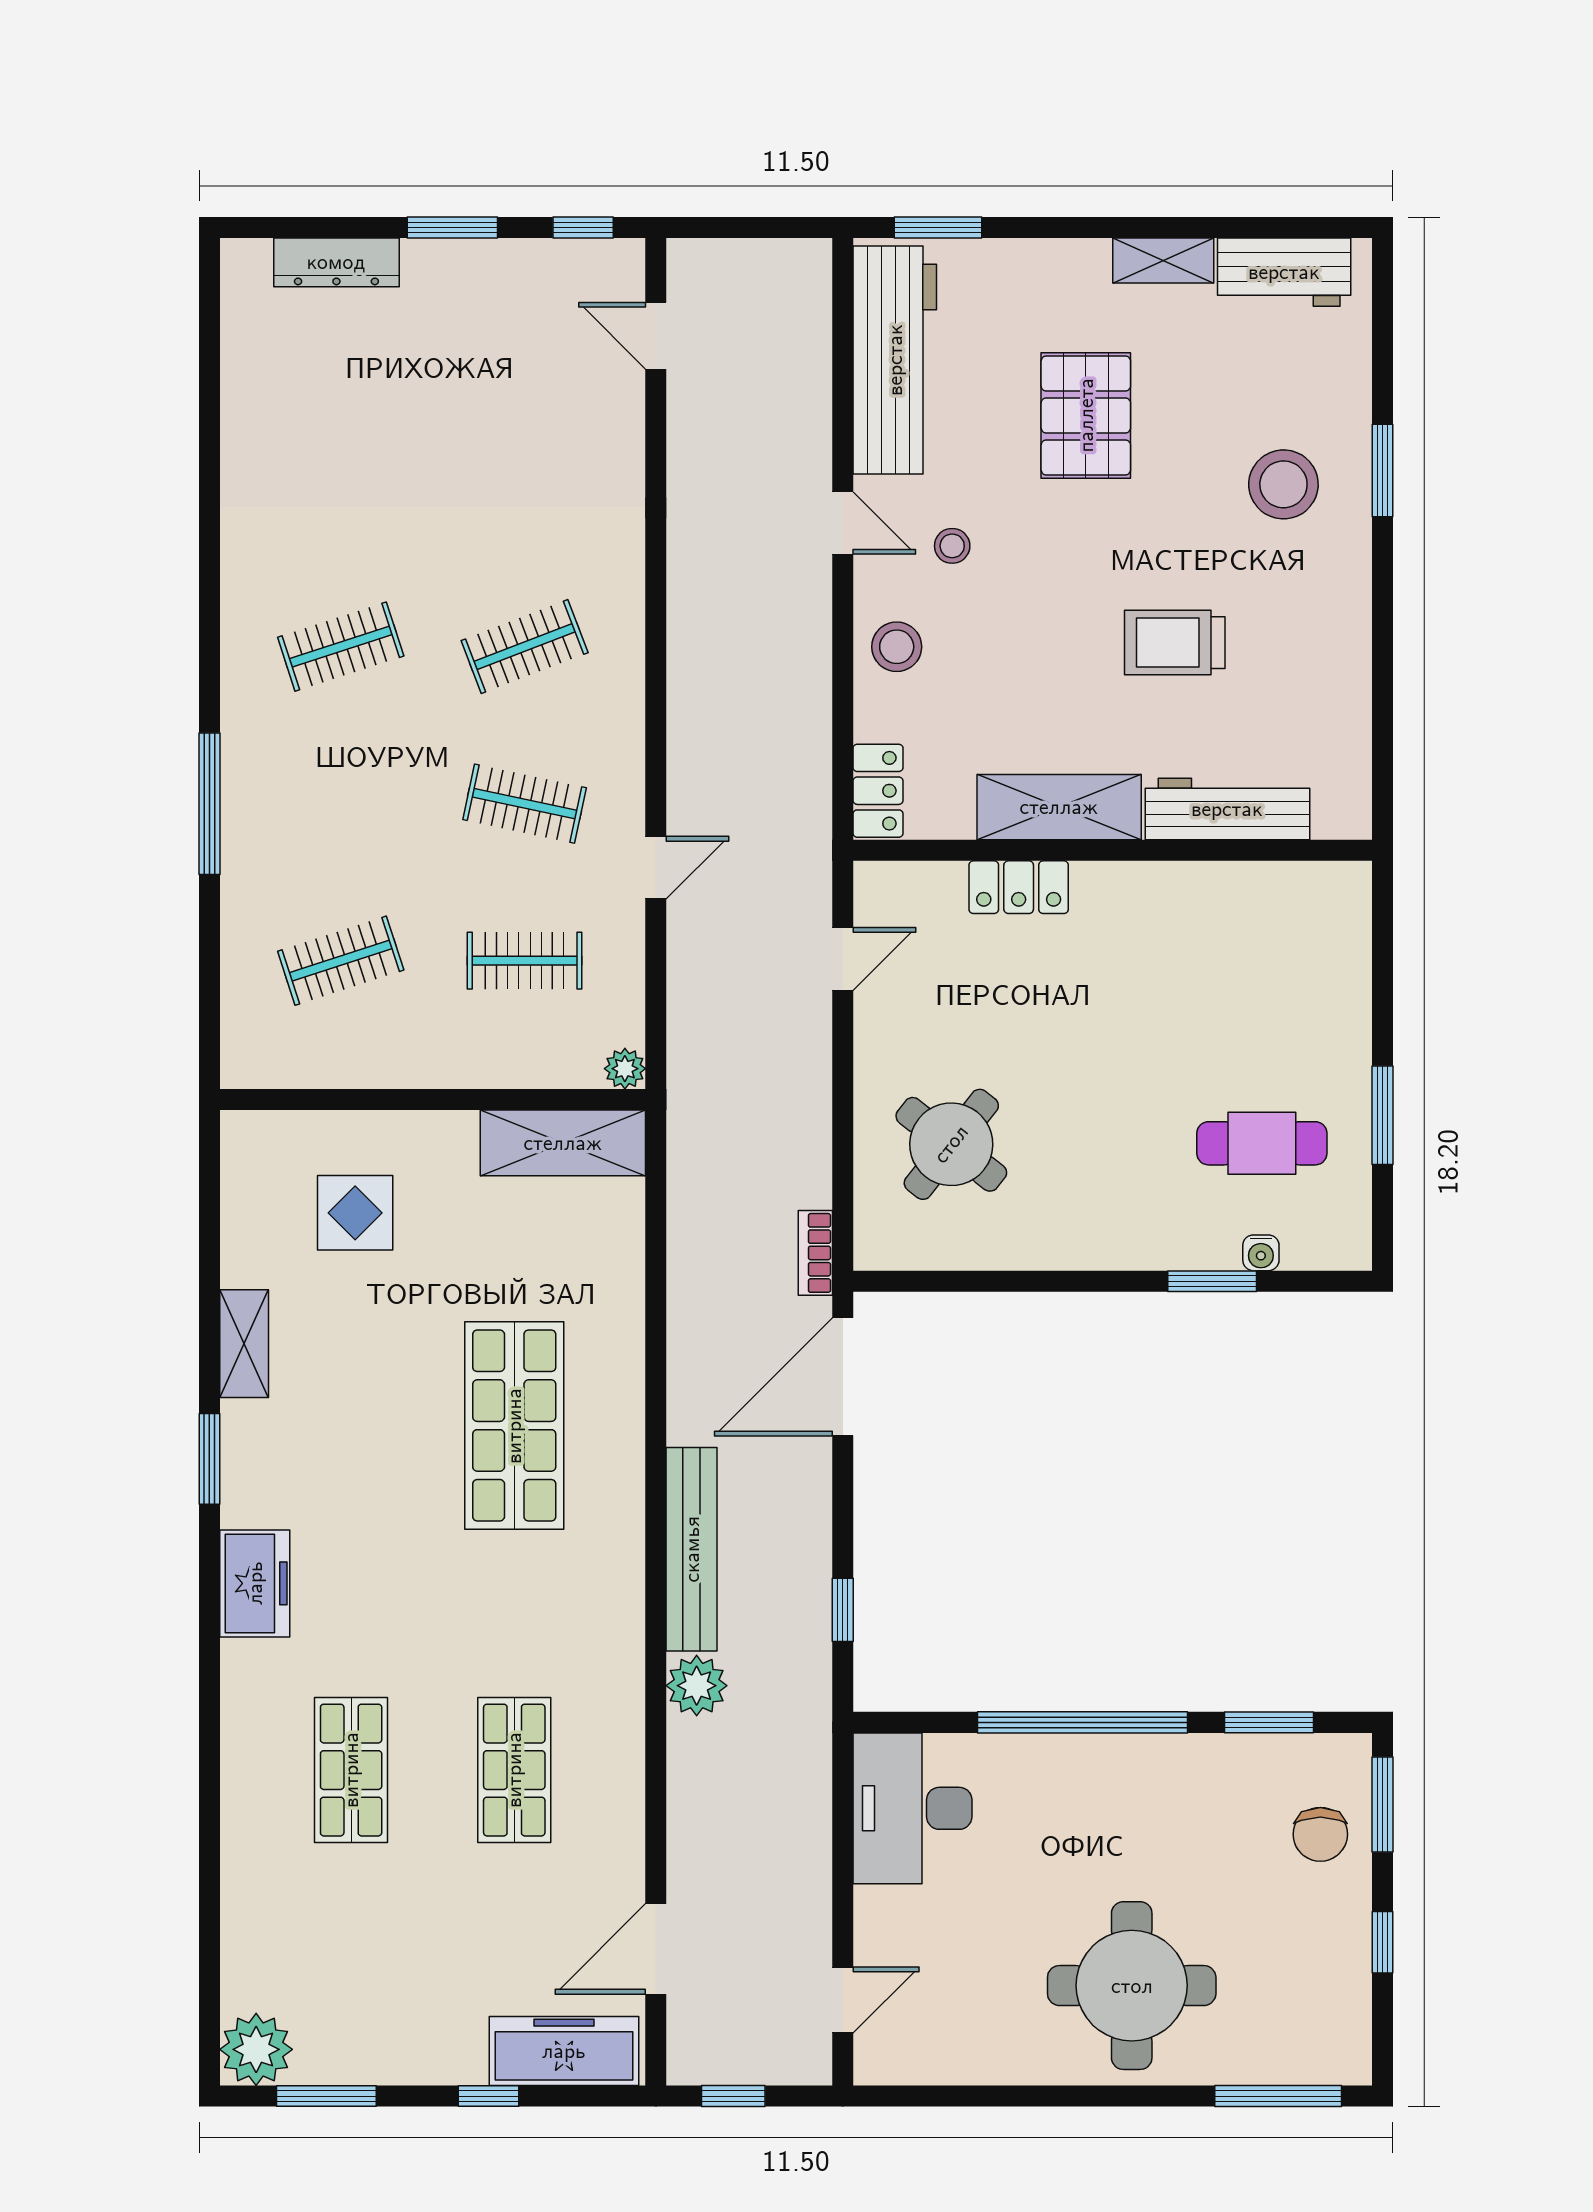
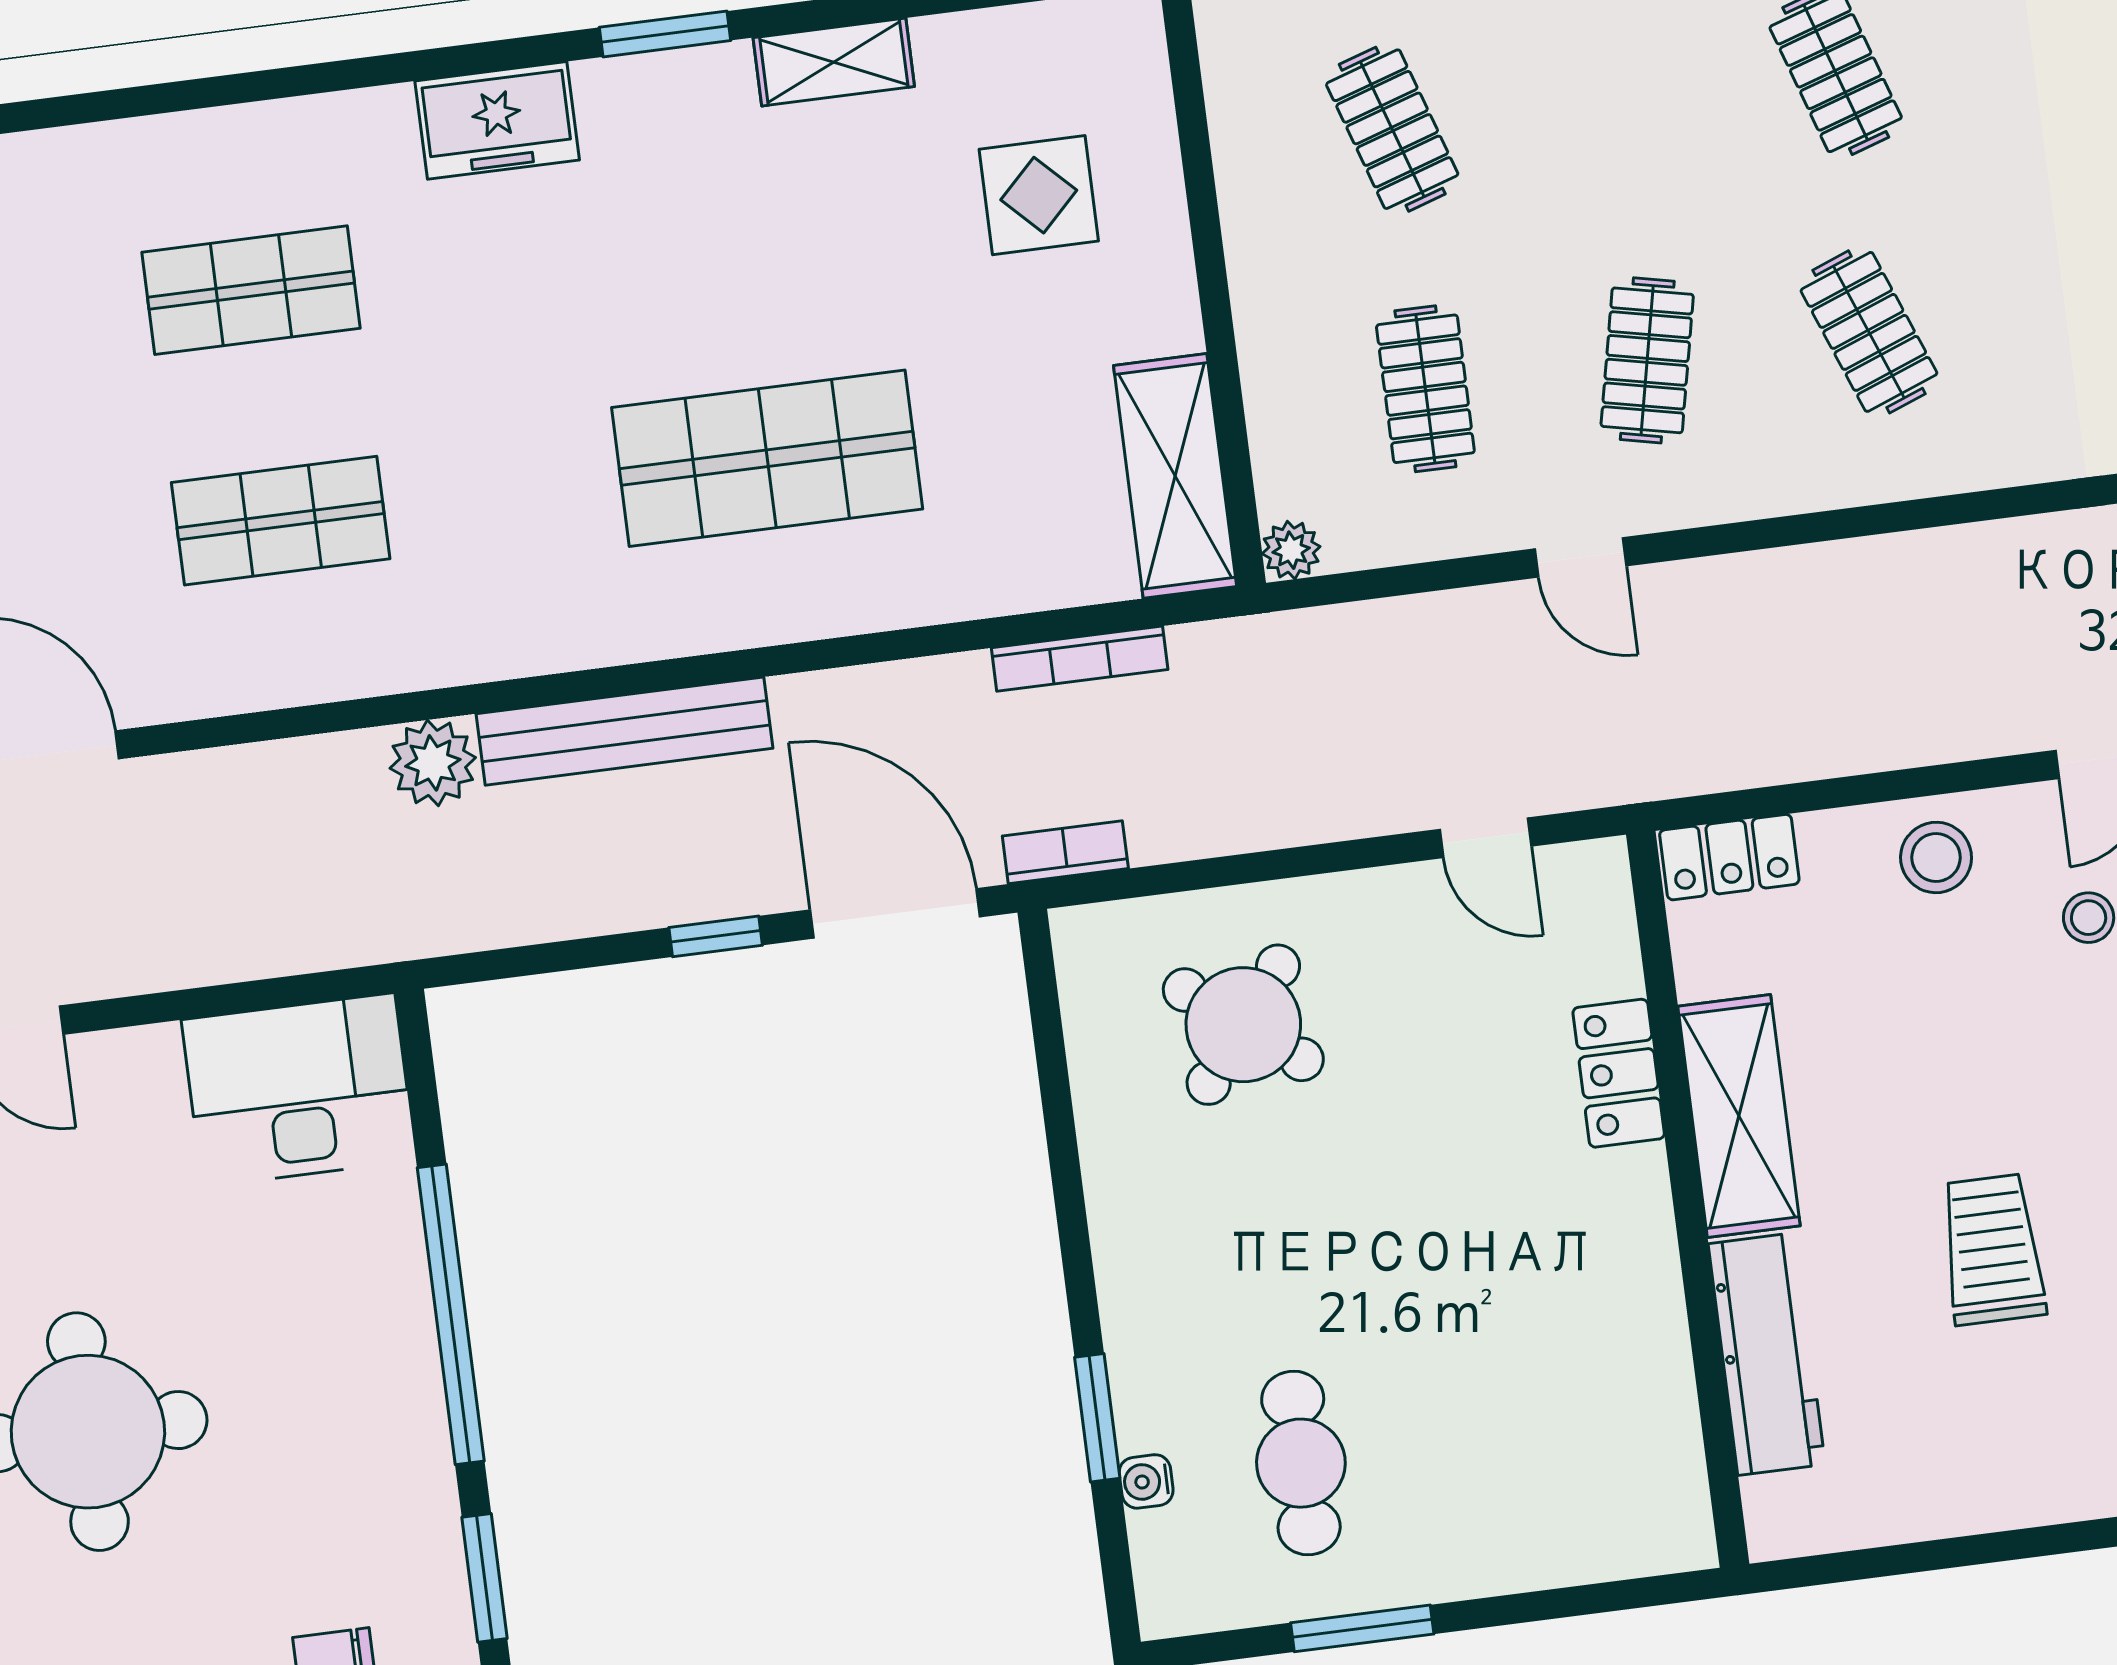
bookcase: (682, 1226) -> (1080, 659), added
window: (843, 1610) -> (716, 936), moved

